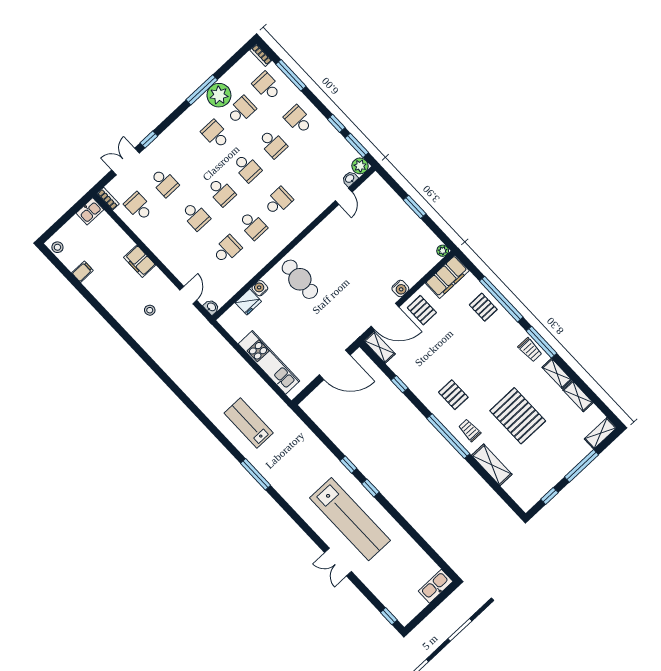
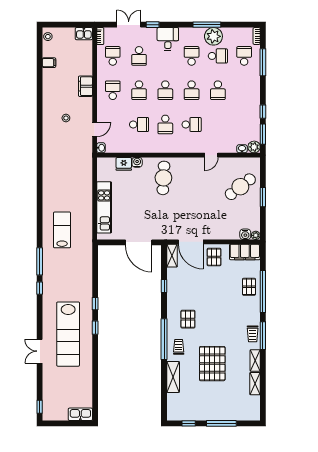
school desk: (298, 120) -> (113, 90), moved
desk: (177, 140) -> (168, 39), added
door: (344, 196) -> (211, 155), moved
cafe table: (383, 217) -> (240, 187), added
water cooler: (400, 288) -> (245, 234), moved
shelving: (600, 433) -> (248, 415), removed
window: (280, 500) -> (40, 288), added

